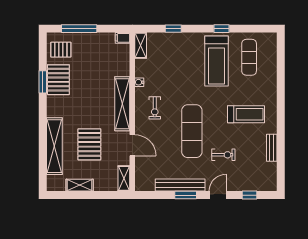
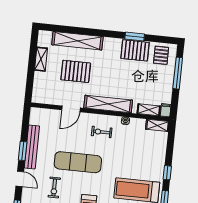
window: (173, 29) -> (167, 173), moved
shelving: (124, 178) -> (149, 110), moved

